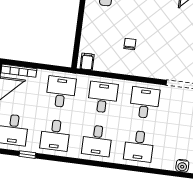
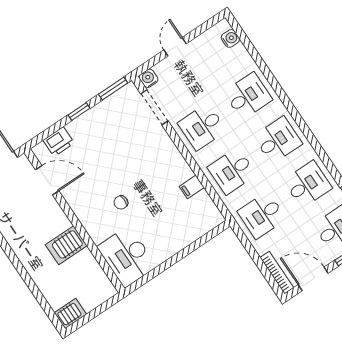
chair: (130, 44) -> (121, 202), moved
filing cabinet: (87, 62) -> (192, 187), moved

